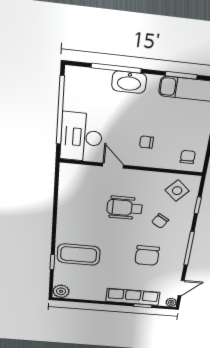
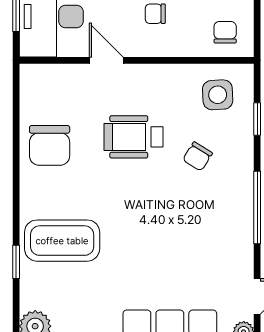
side table: (177, 191) -> (218, 95), turned 45
chair: (147, 256) -> (50, 145), moved

